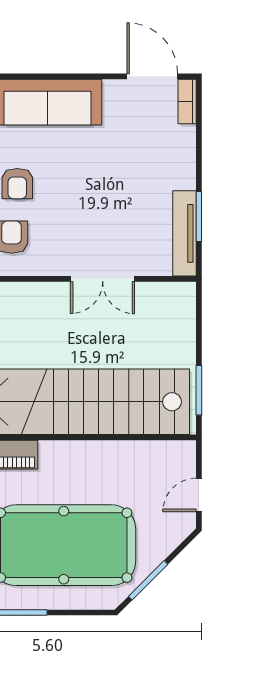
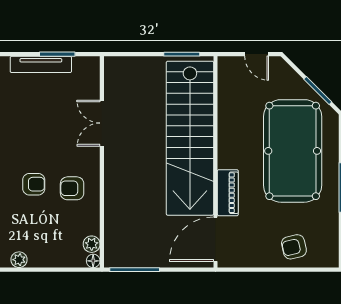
tv unit: (185, 233) -> (41, 64), moved
double door: (103, 279) -> (102, 123), swing flipped

